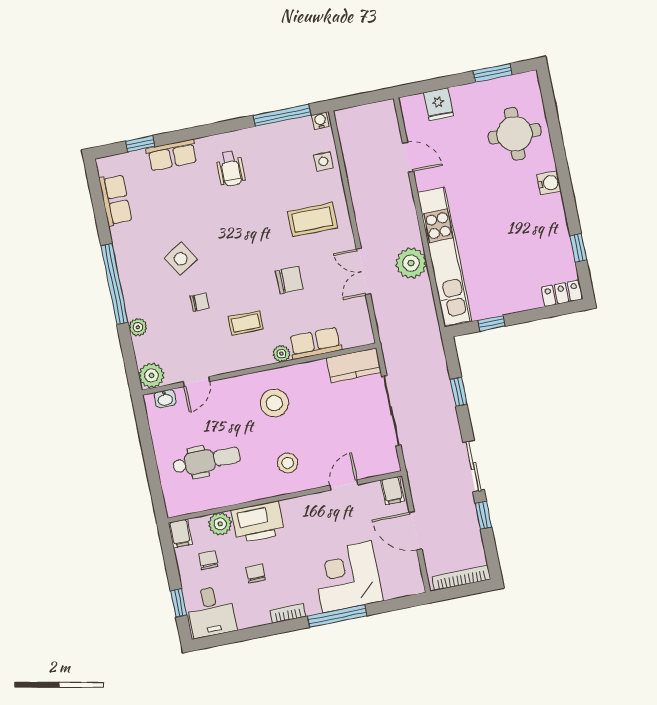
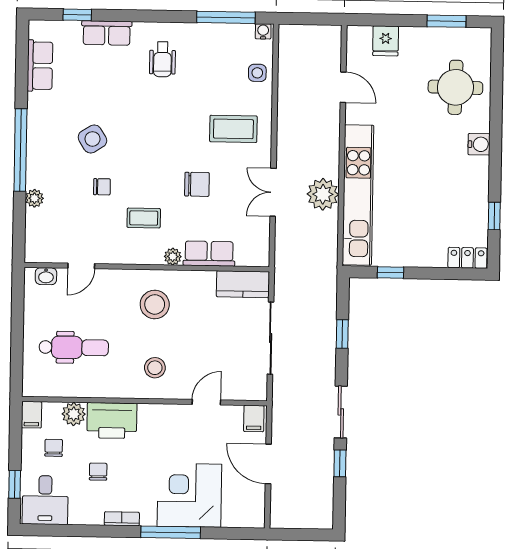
plant: (152, 375) -> (37, 250), removed
bookcase: (461, 578) -> (304, 521), removed

